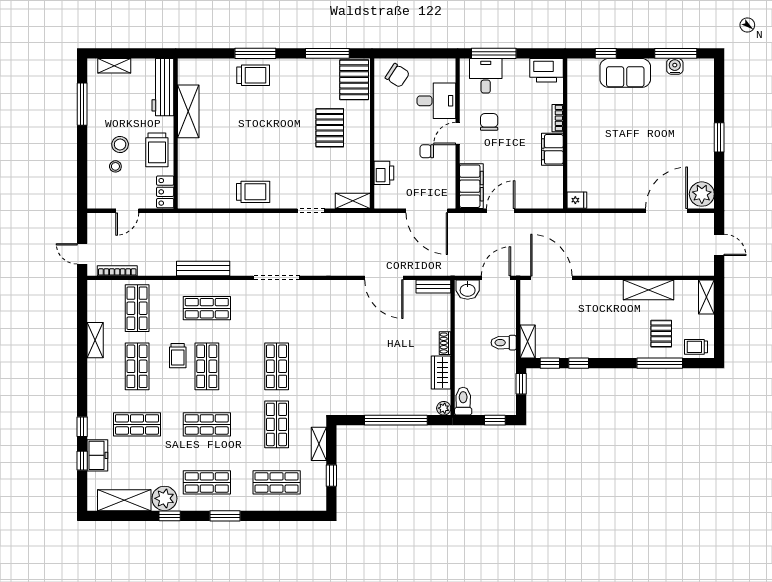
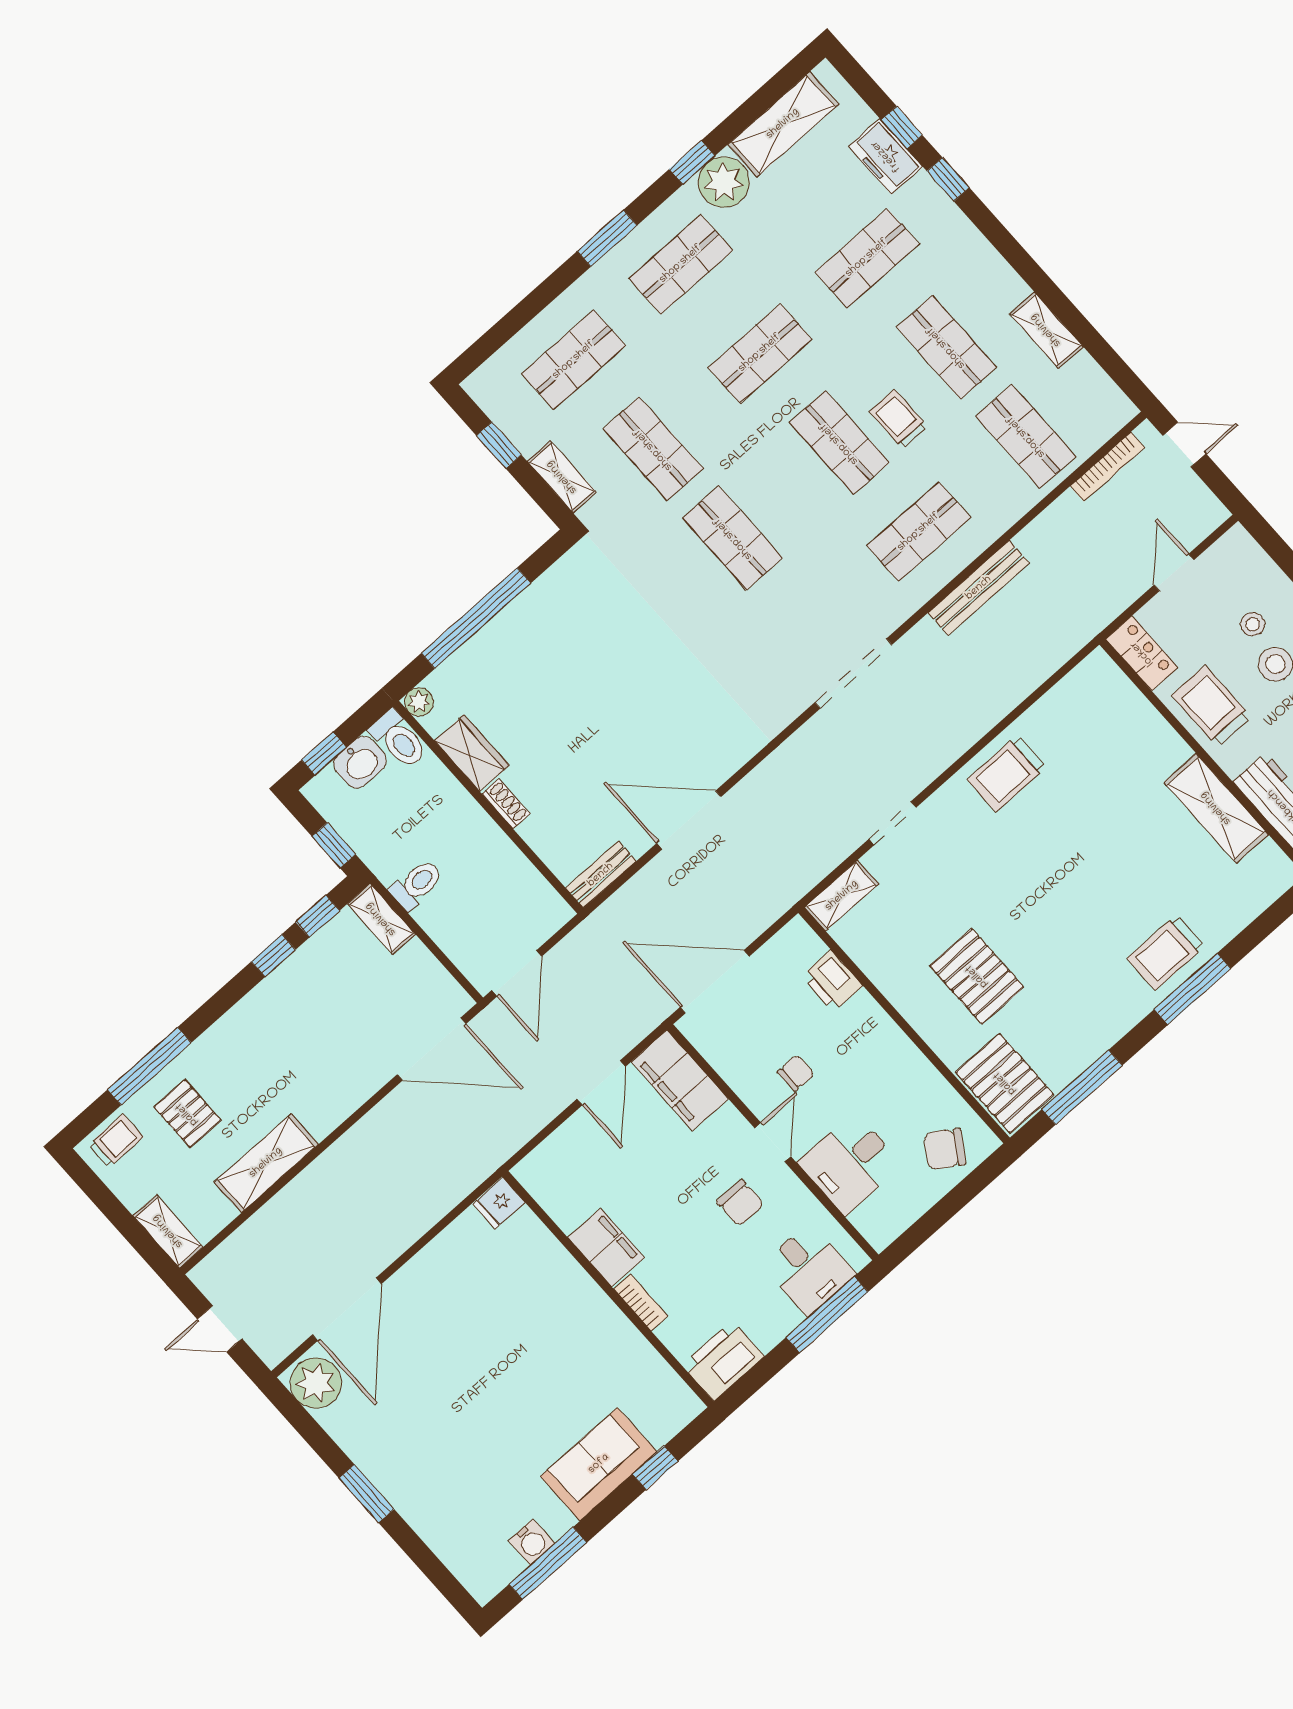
washbasin: (468, 290) -> (360, 762), moved, turned 180

